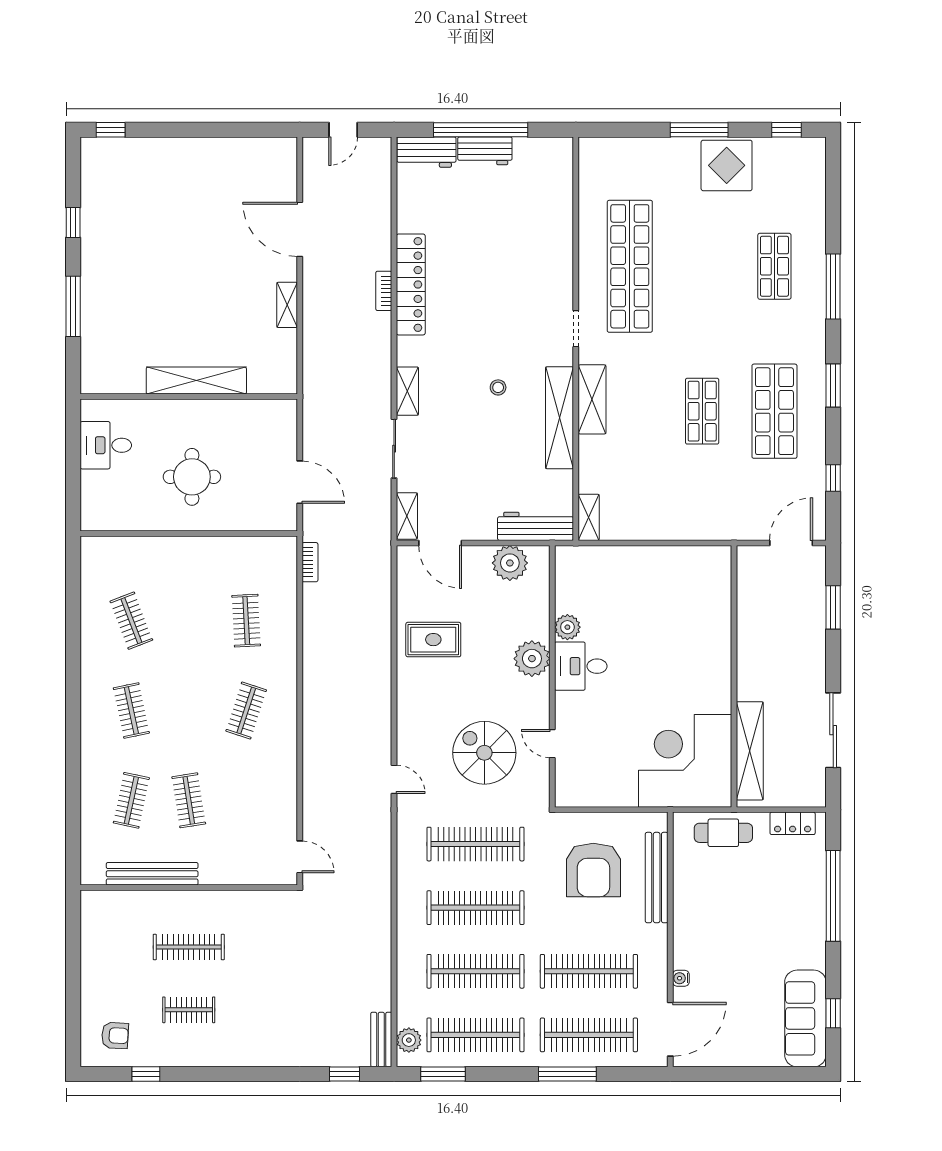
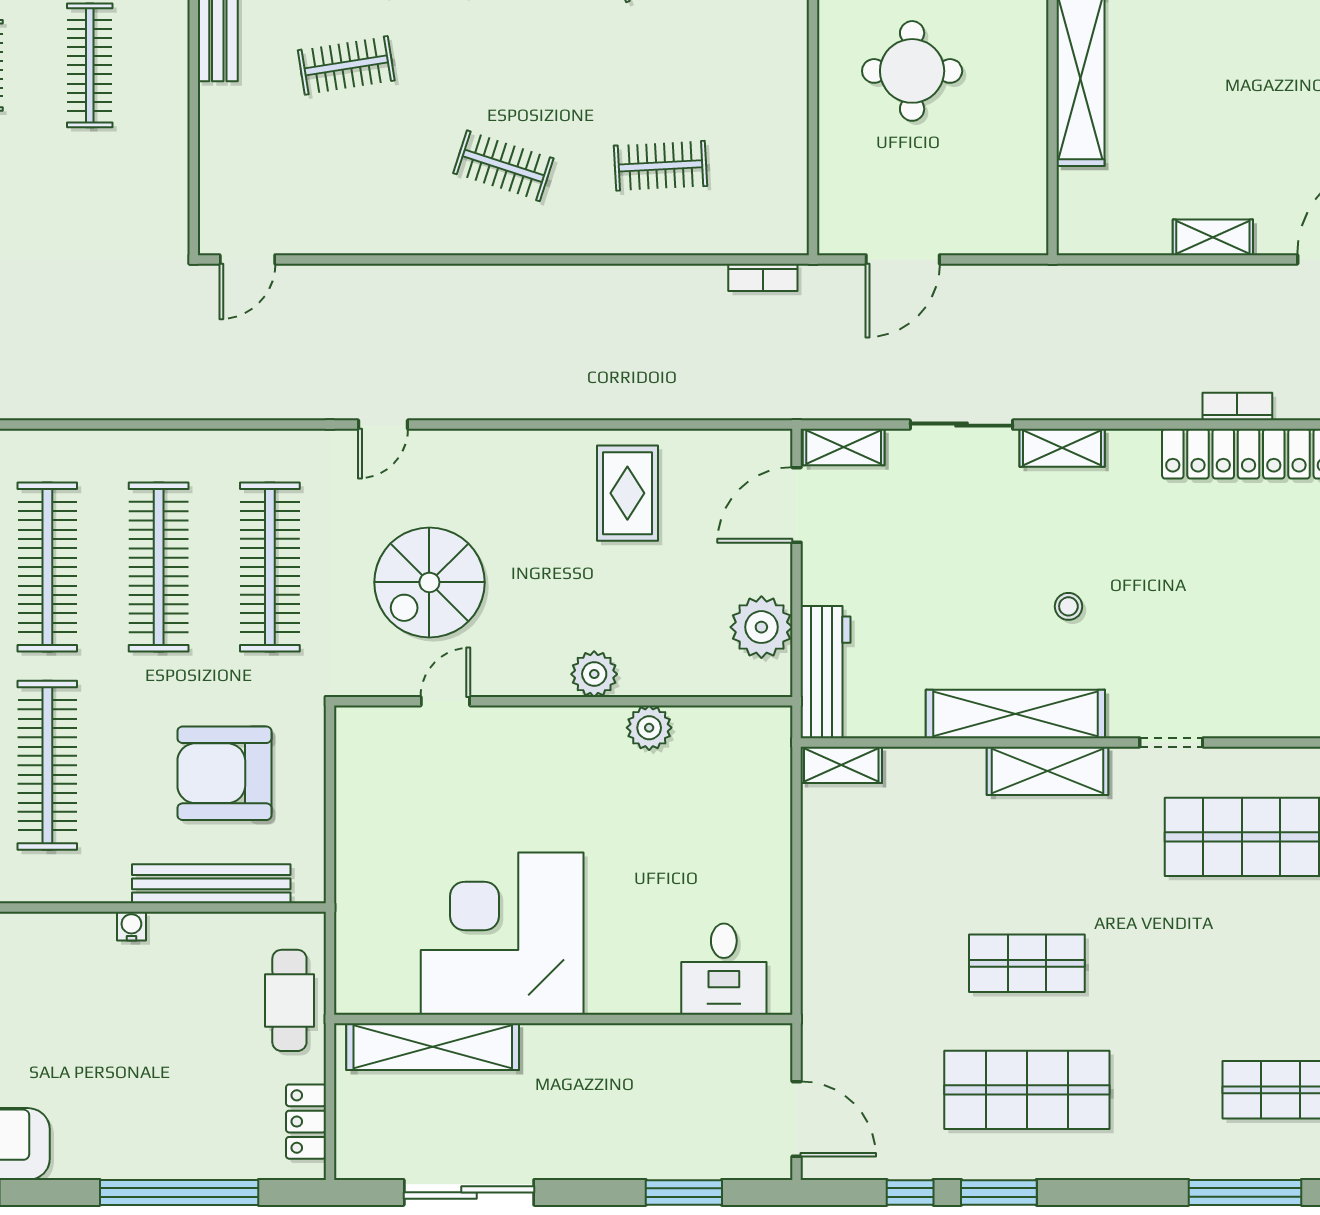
window: (833, 386) -> (999, 1192), moved
plant: (532, 659) -> (594, 674), width x0.73, depth x0.73
desk: (581, 666) -> (724, 969), moved, turned 180
spiral stairs: (484, 753) -> (429, 582), turned 180
corner desk: (685, 761) -> (502, 934), moved, turned -90
water cooler: (681, 978) -> (131, 926), moved

